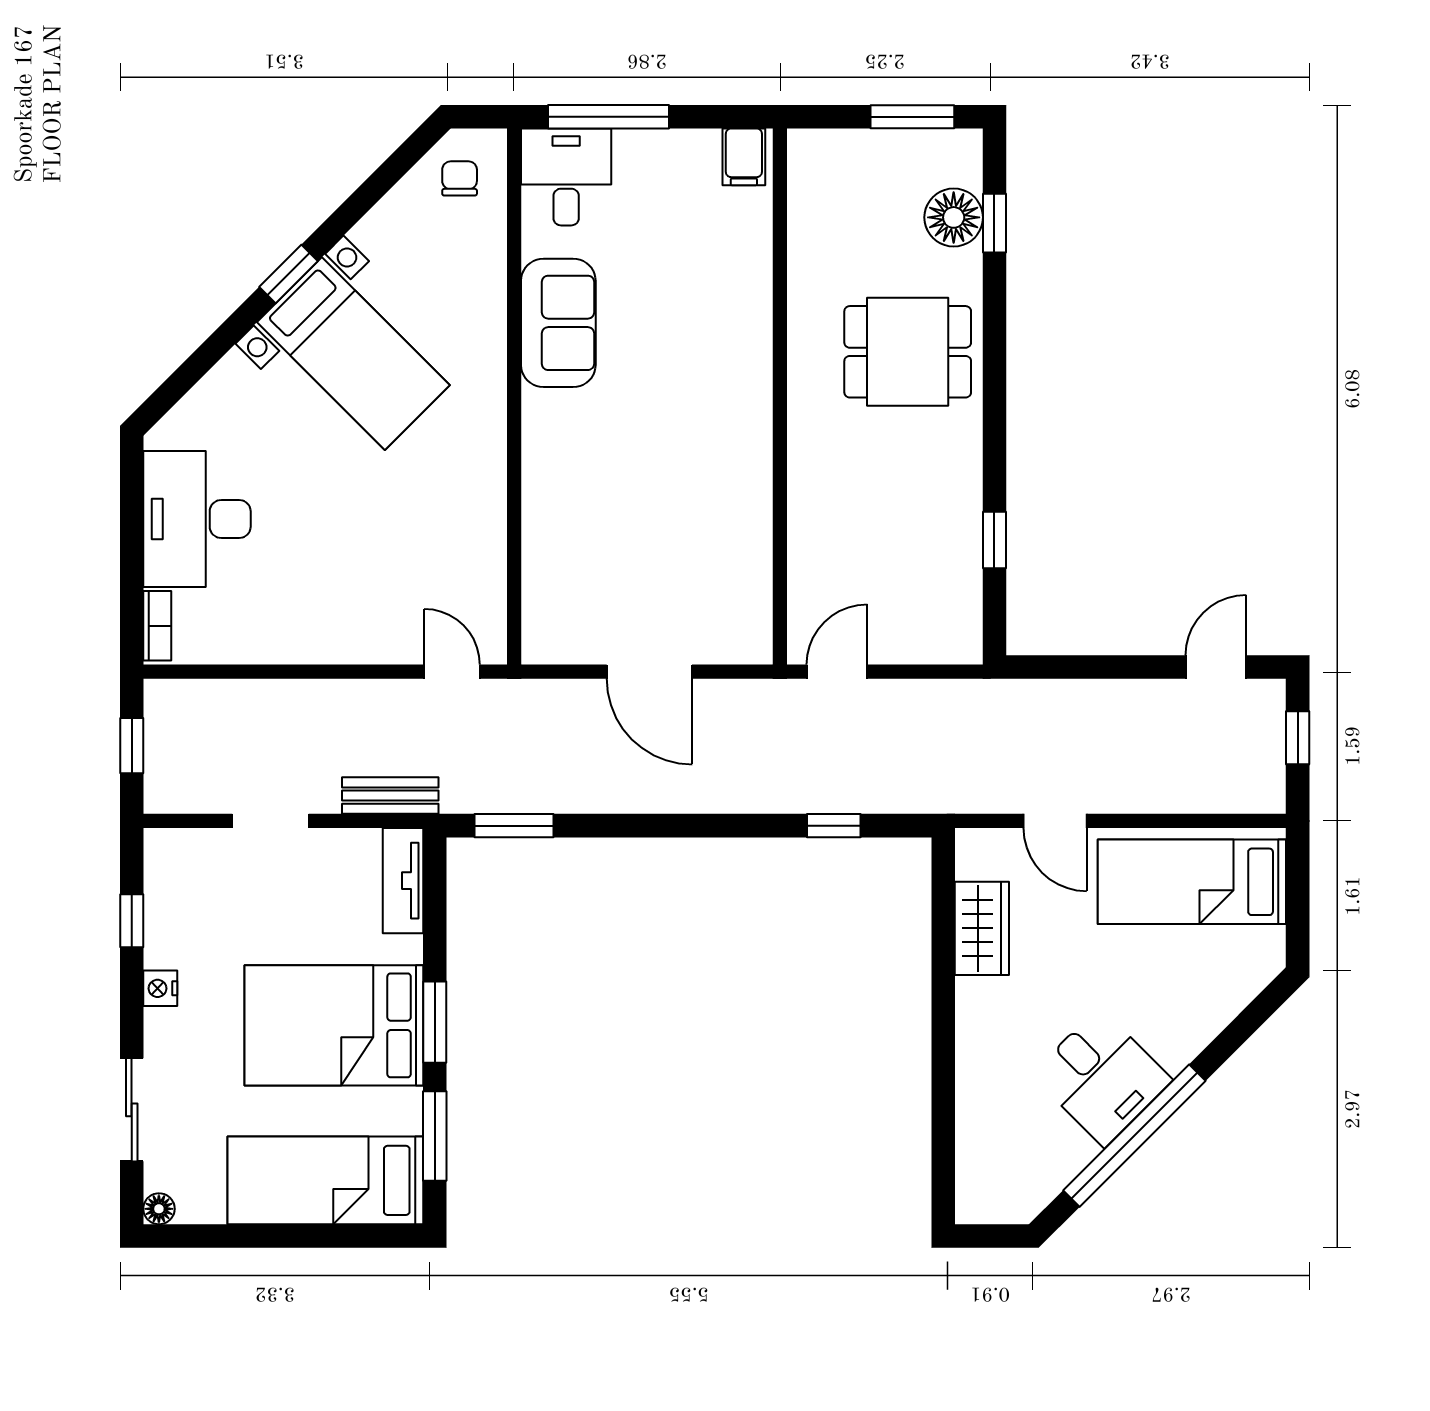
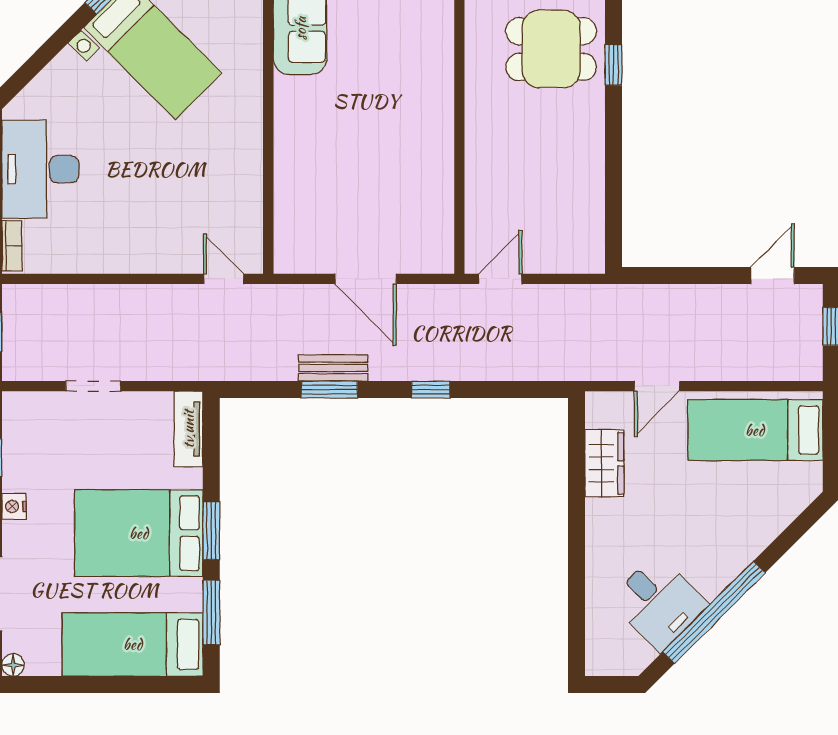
window: (994, 540) -> (613, 65), moved
bench: (390, 796) -> (333, 368), moved
door: (1055, 821) -> (657, 386), hinge flipped
window: (514, 826) -> (330, 390), moved
window: (834, 826) -> (431, 390), moved
desk: (1102, 1077) -> (659, 602), moved

